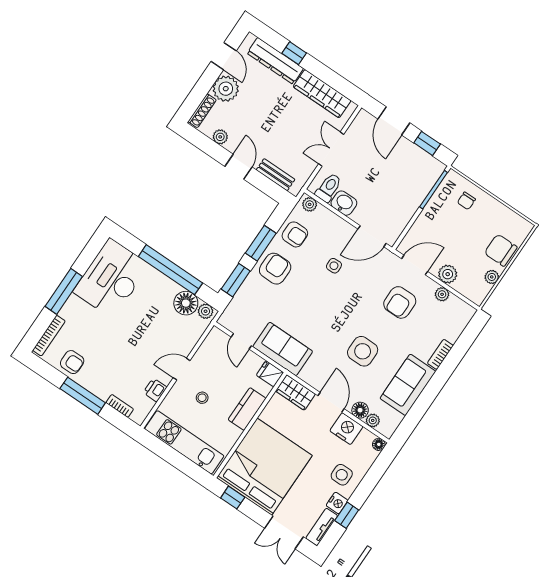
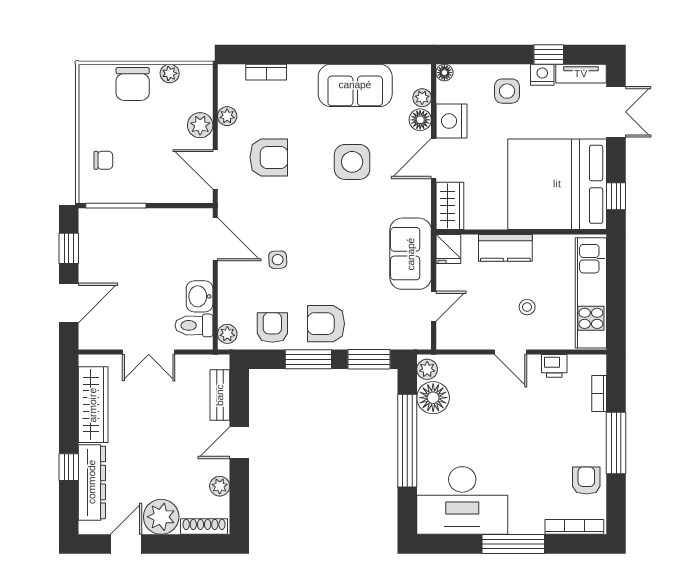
bookcase: (440, 354) -> (266, 72), moved

